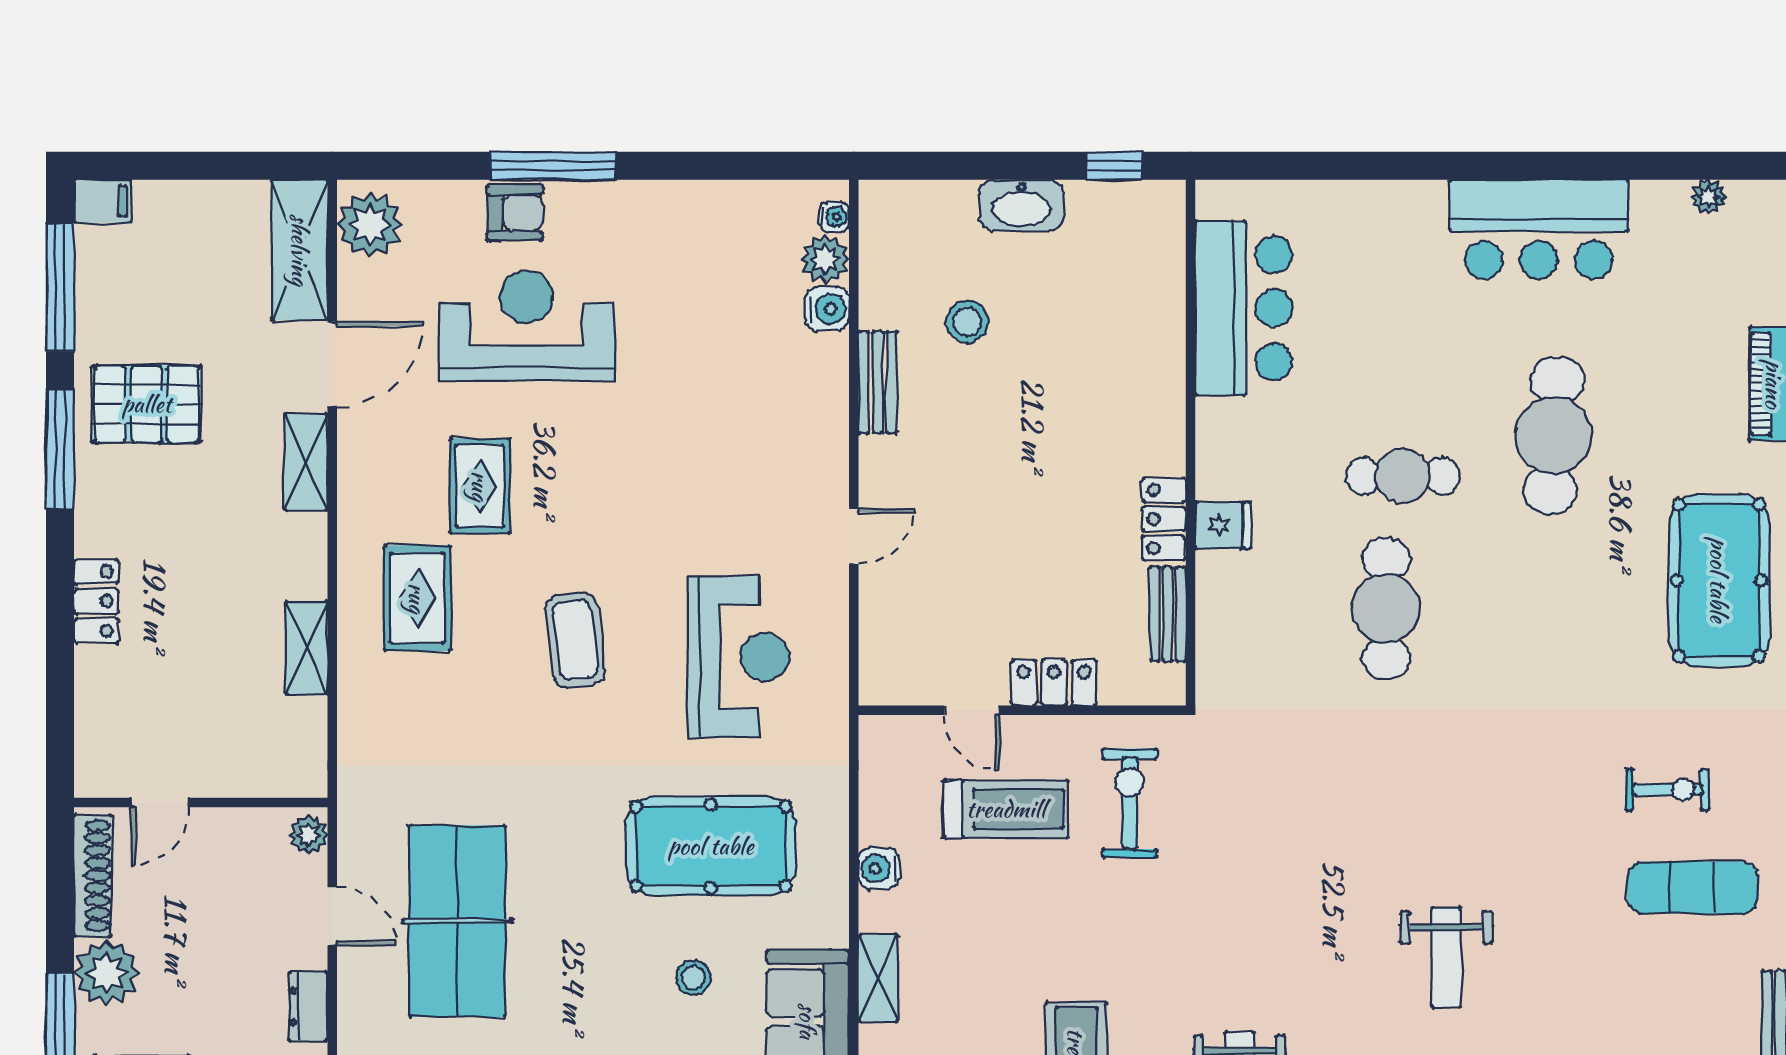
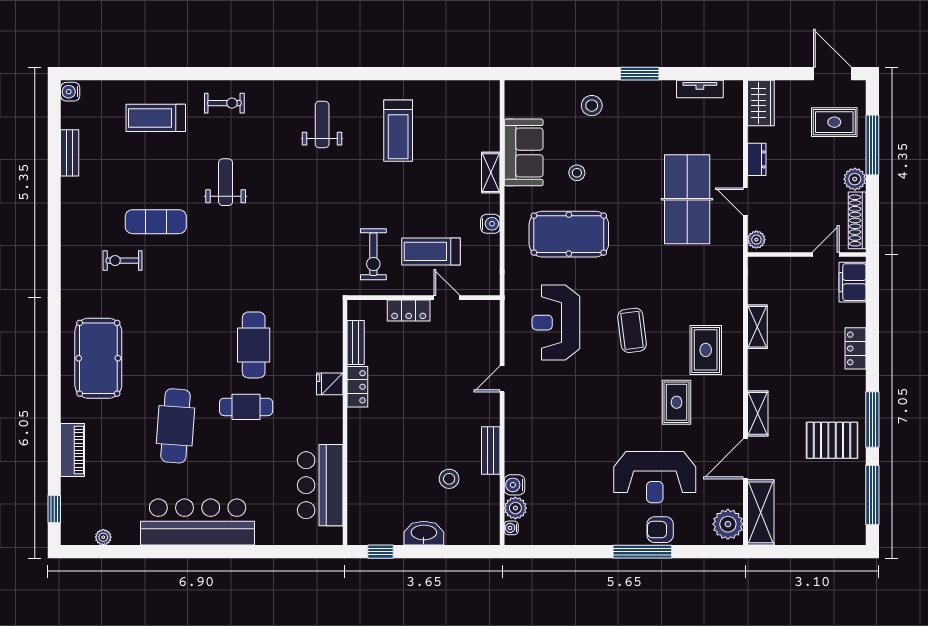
filing cabinet: (103, 201) -> (853, 282), moved, width x2.00
bar counter: (1539, 229) -> (198, 522), width x1.36
exercise mat: (1692, 888) -> (156, 222), moved
plant: (107, 973) -> (855, 179), width x0.73, depth x0.73

